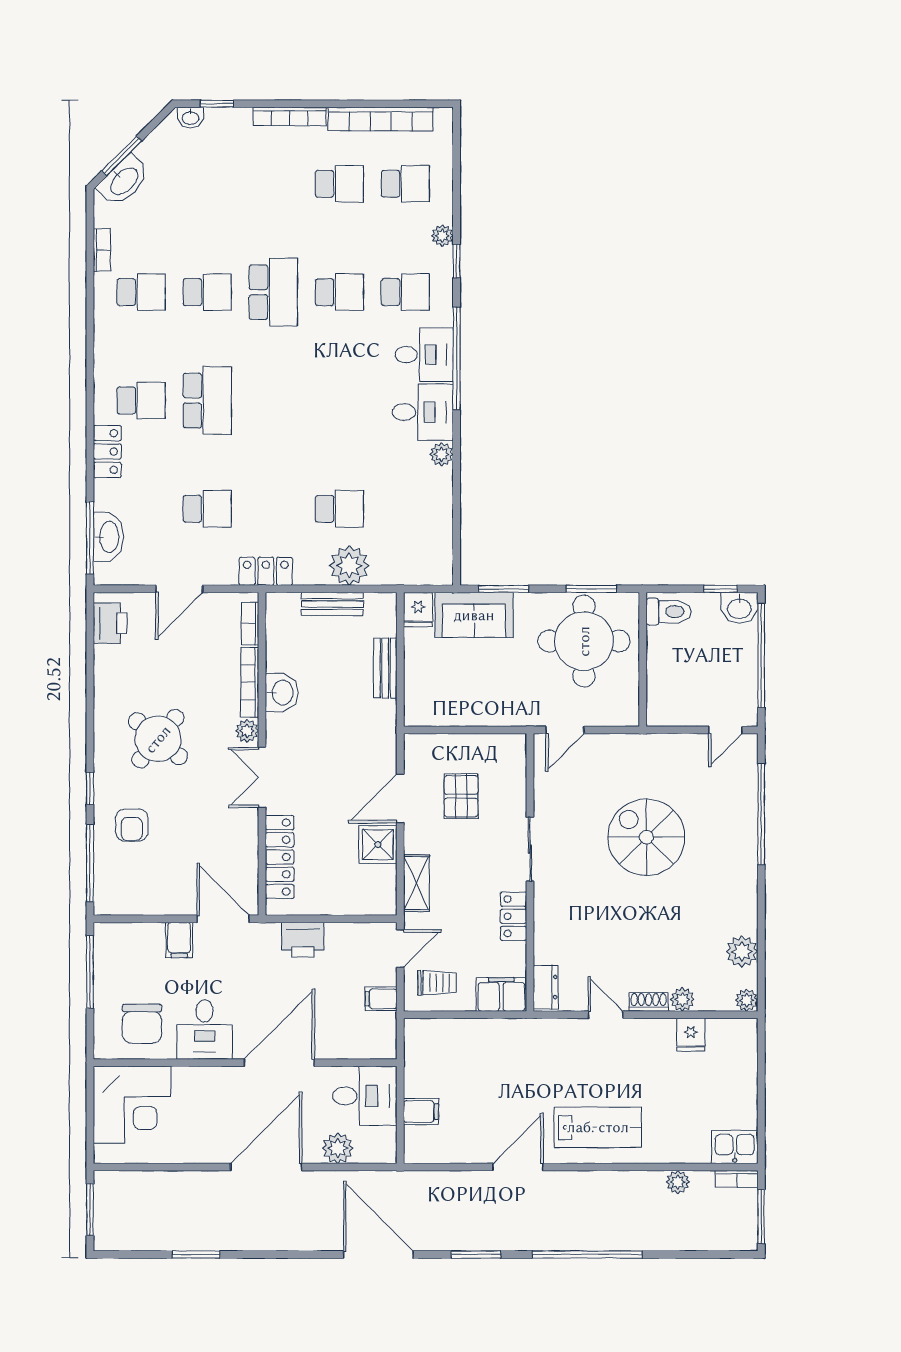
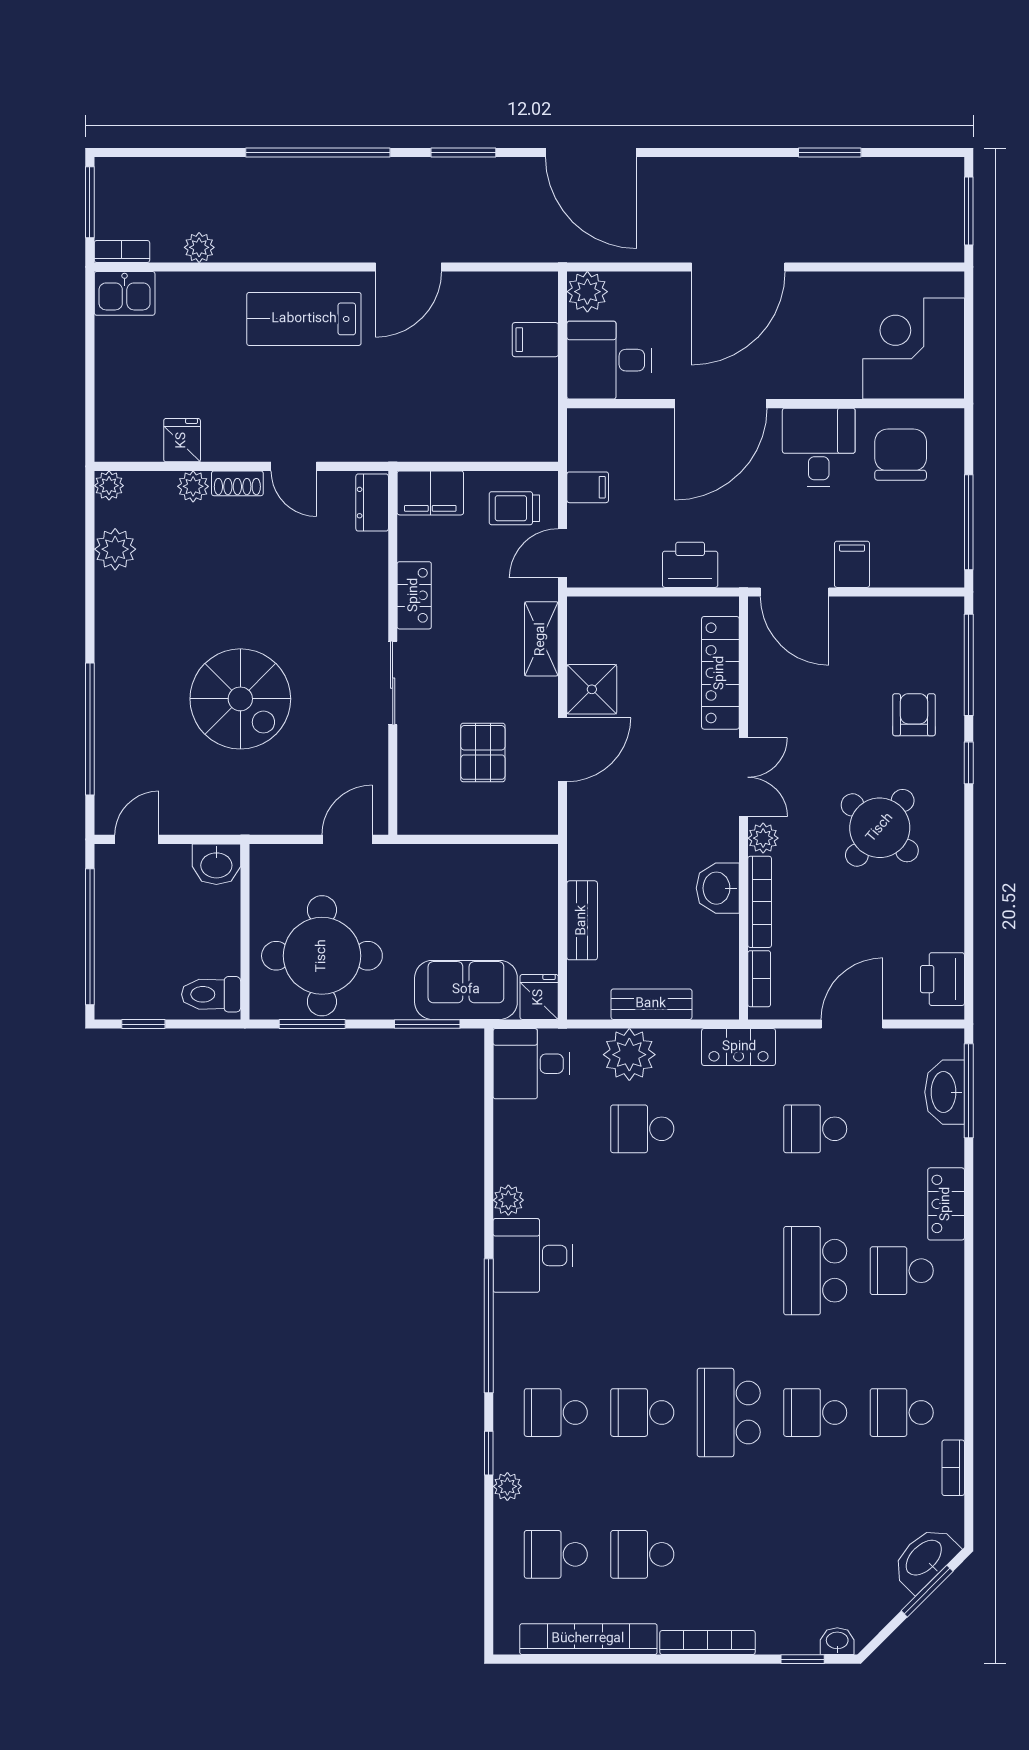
desk: (424, 355) -> (531, 1064), moved
washbasin: (739, 608) -> (216, 864), moved, turned 180
plant: (338, 1148) -> (587, 292), moved

